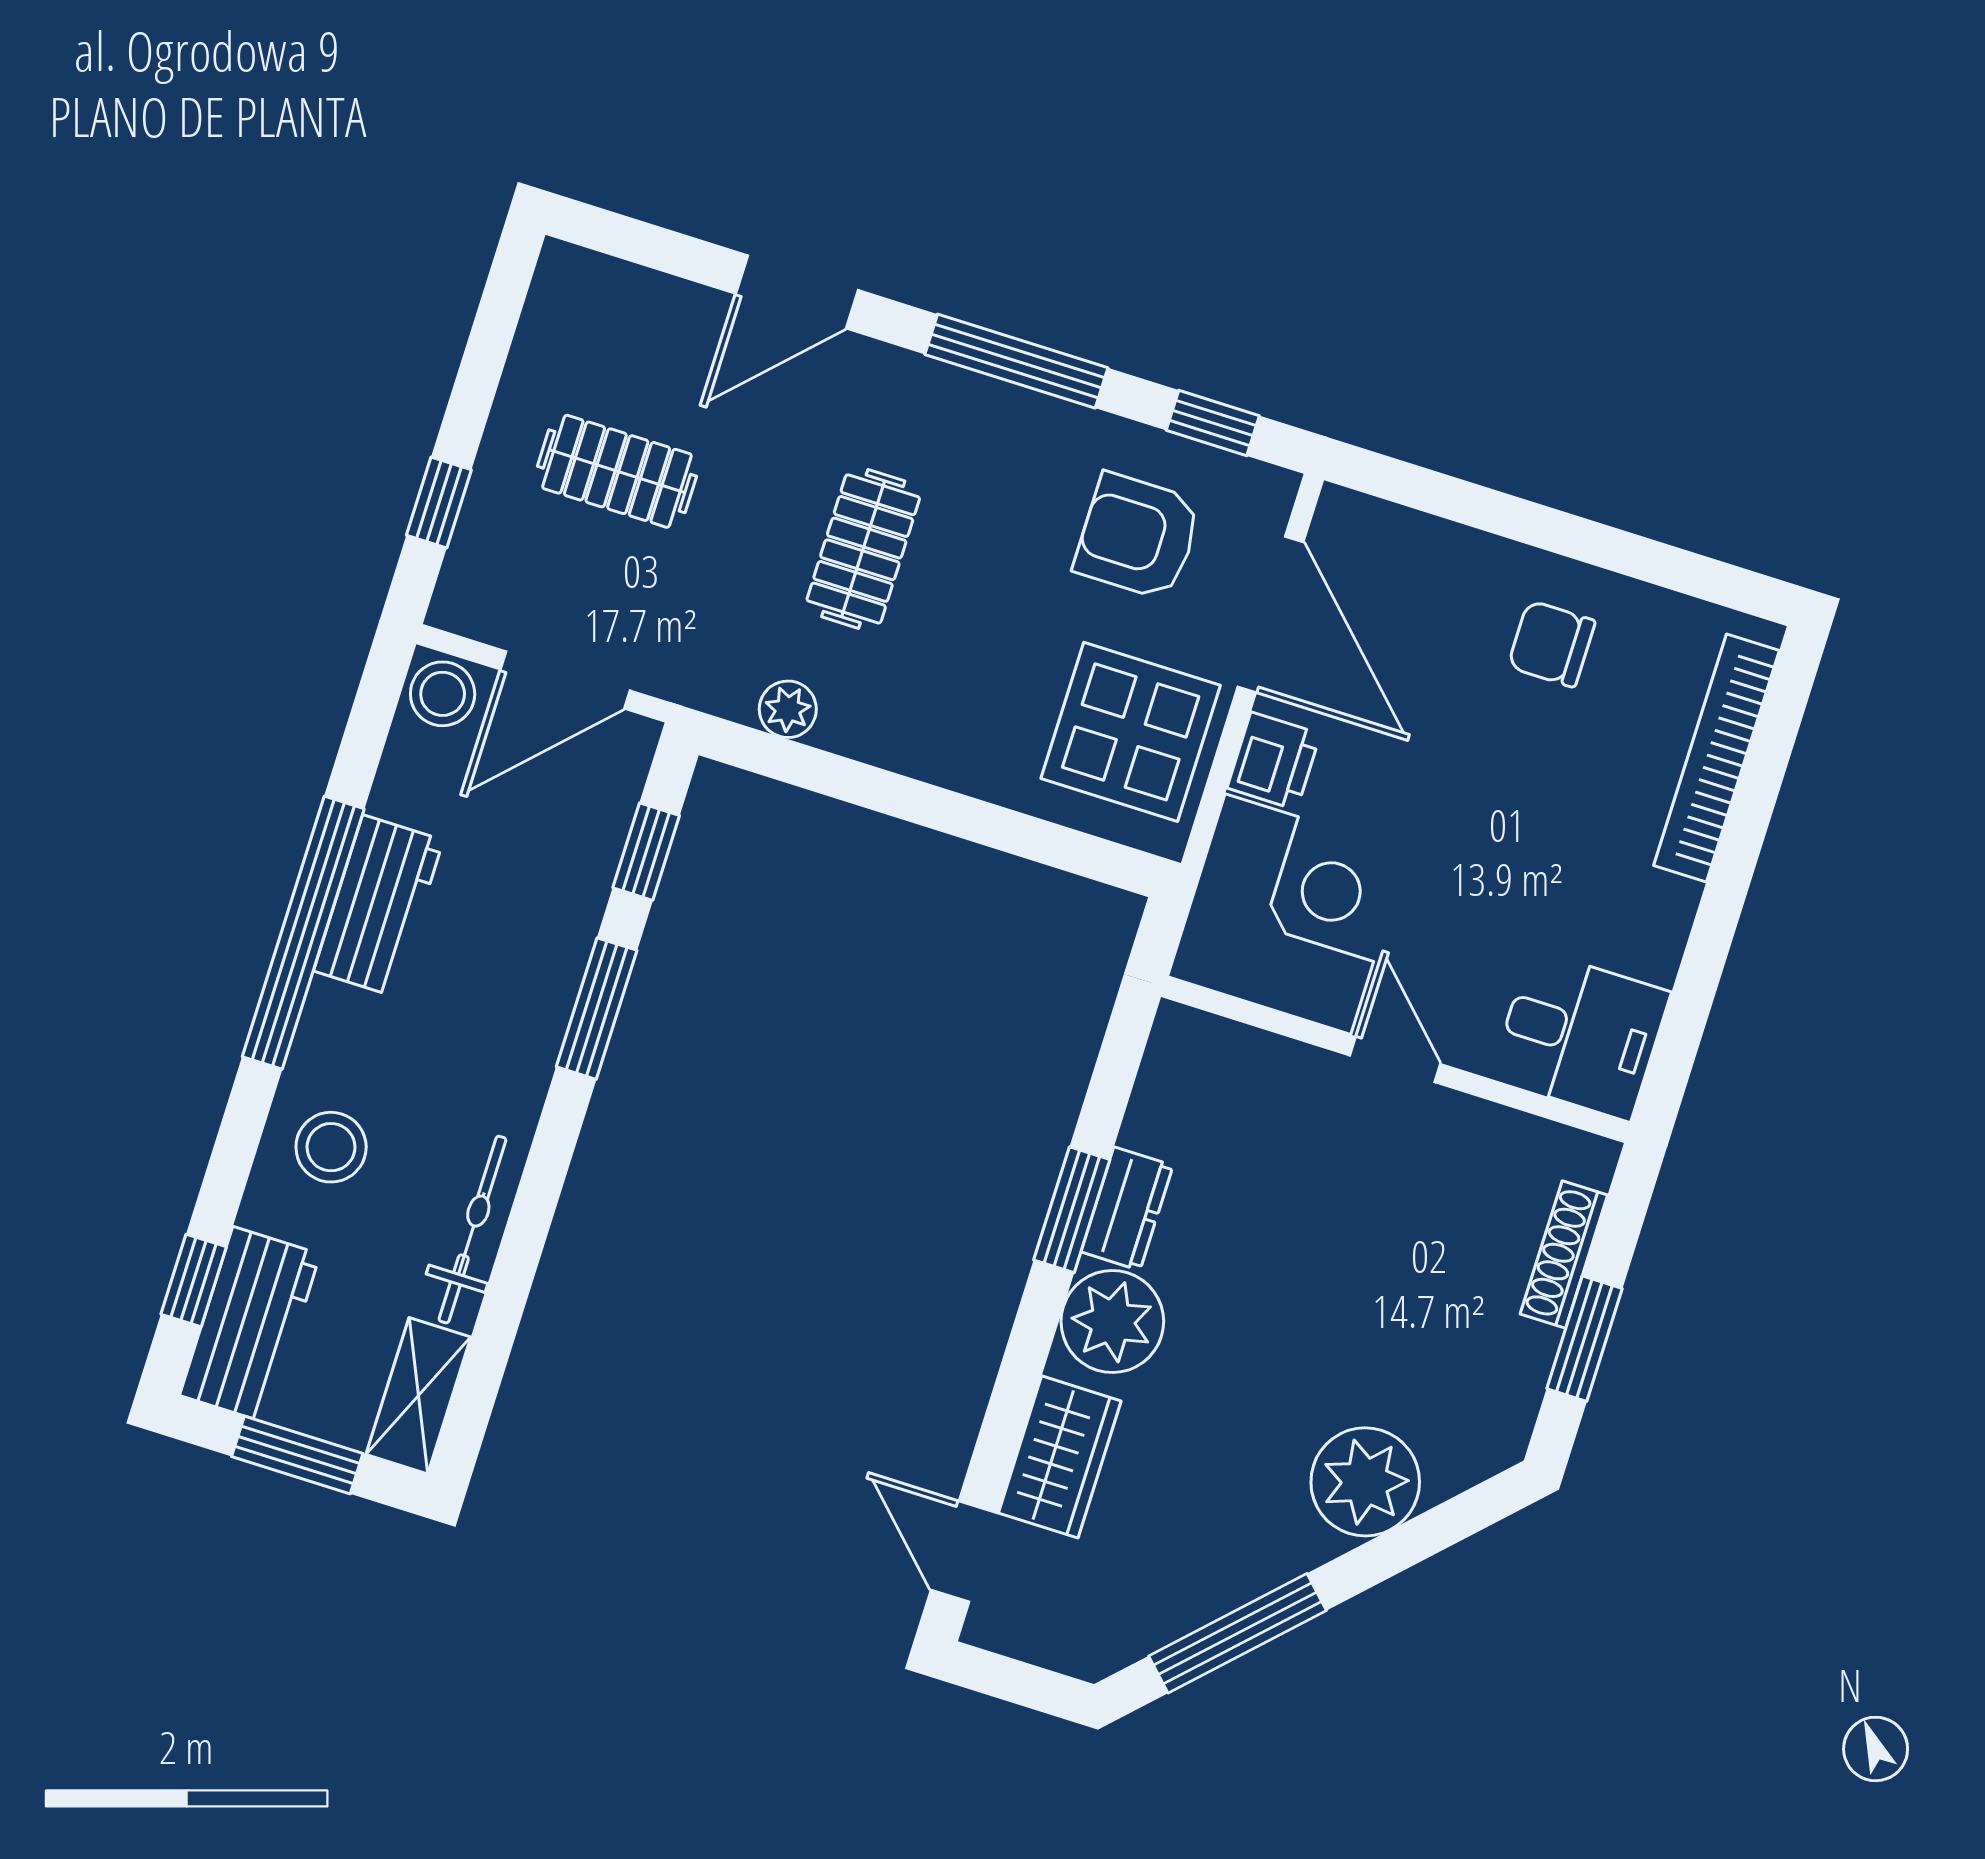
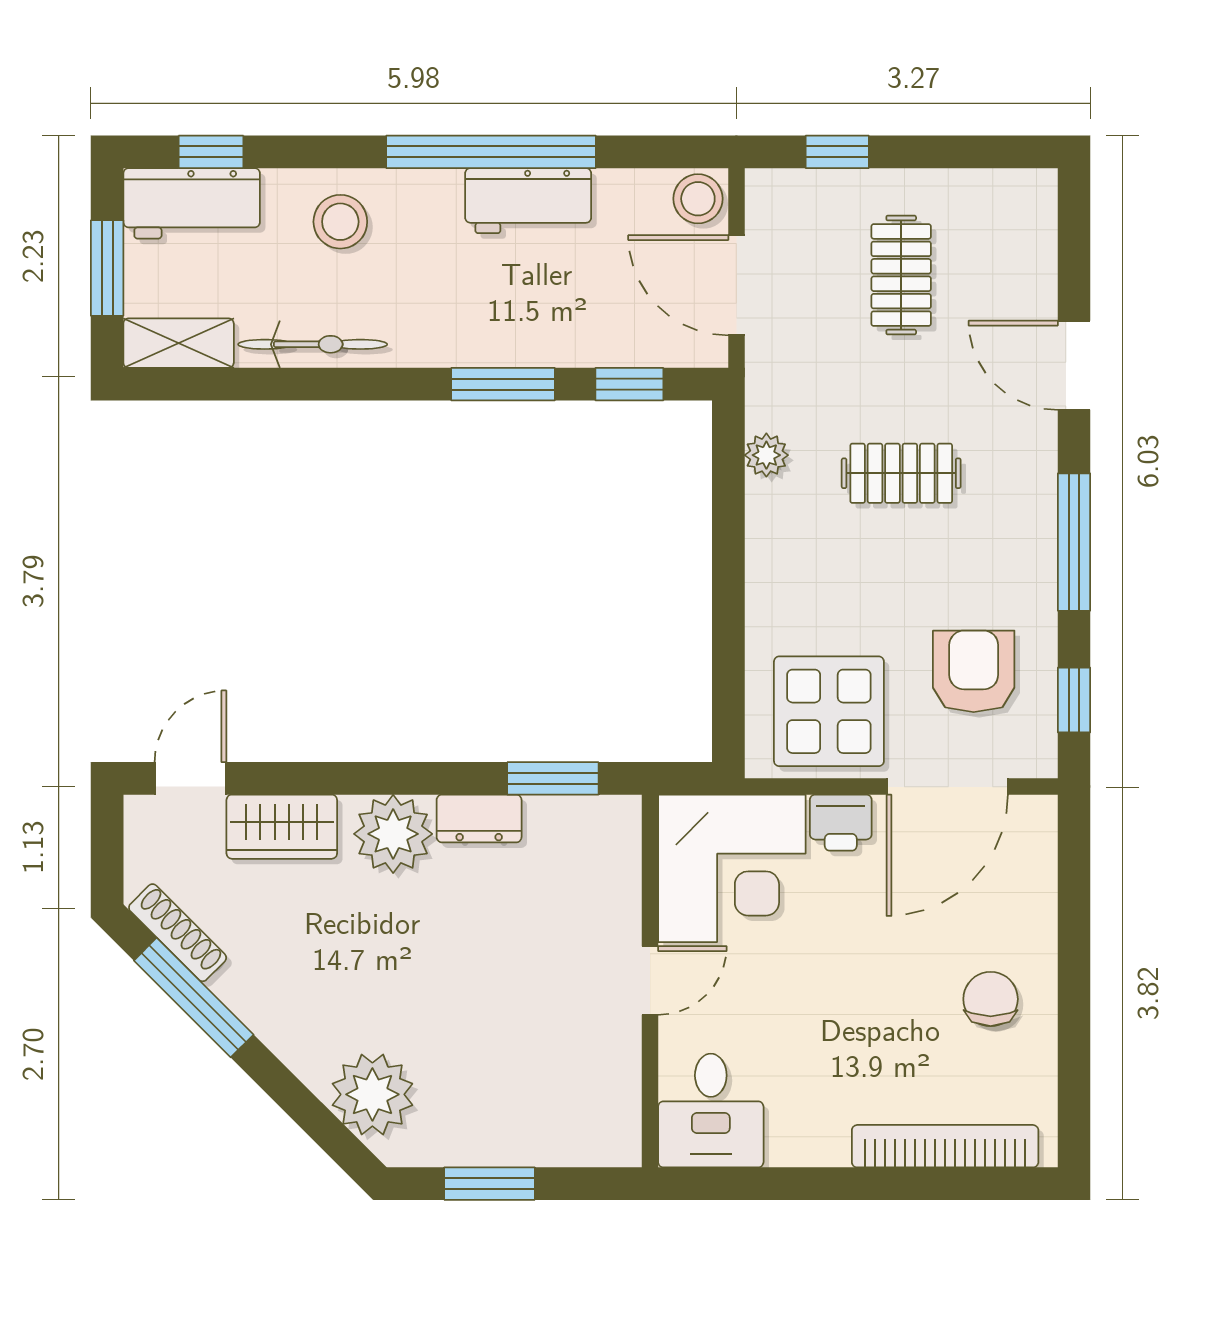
window: (1072, 1210) -> (553, 778), moved
shoe rack: (1564, 1255) -> (178, 933), moved, turned 45
plant: (1365, 1482) -> (372, 1094), moved

